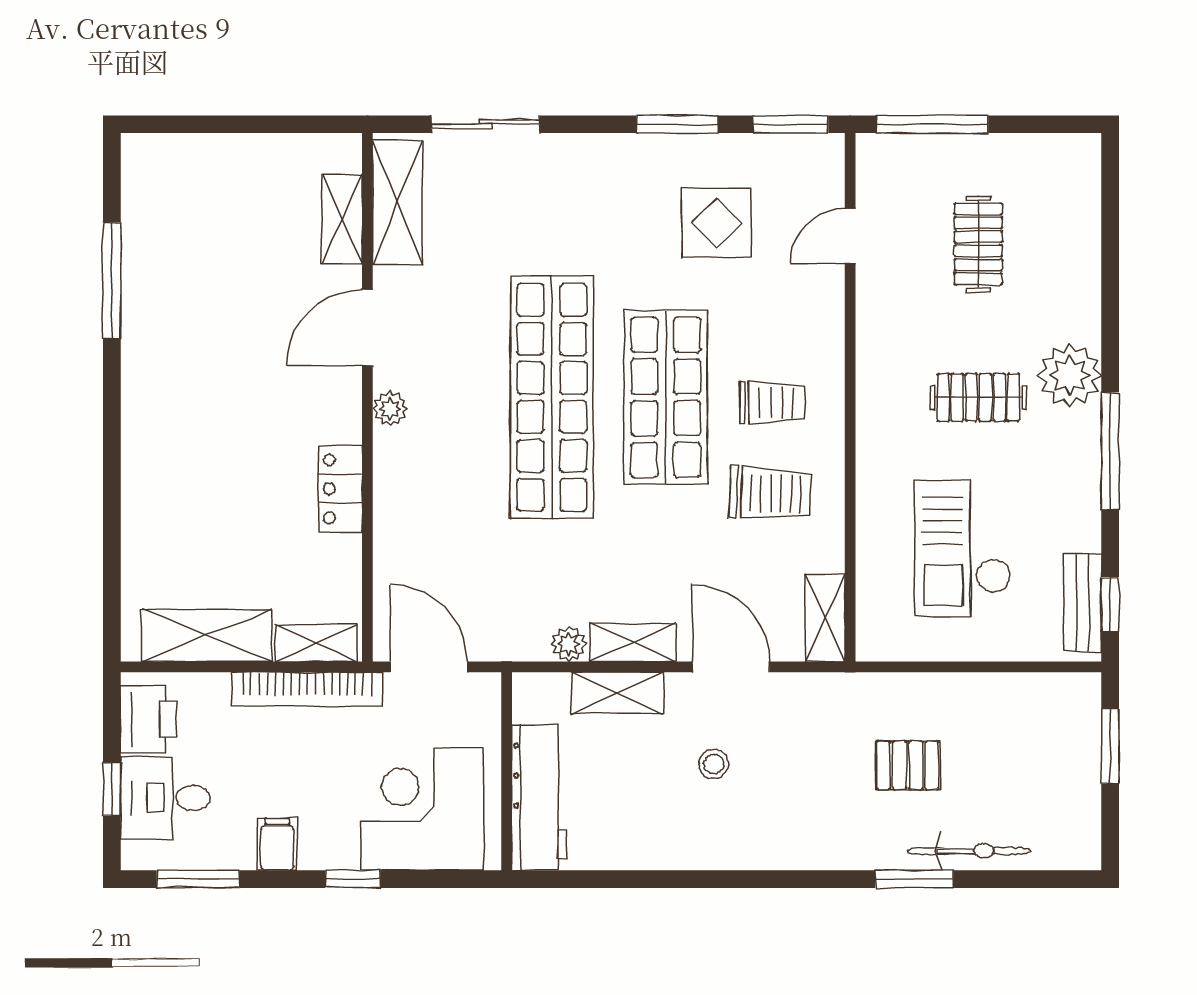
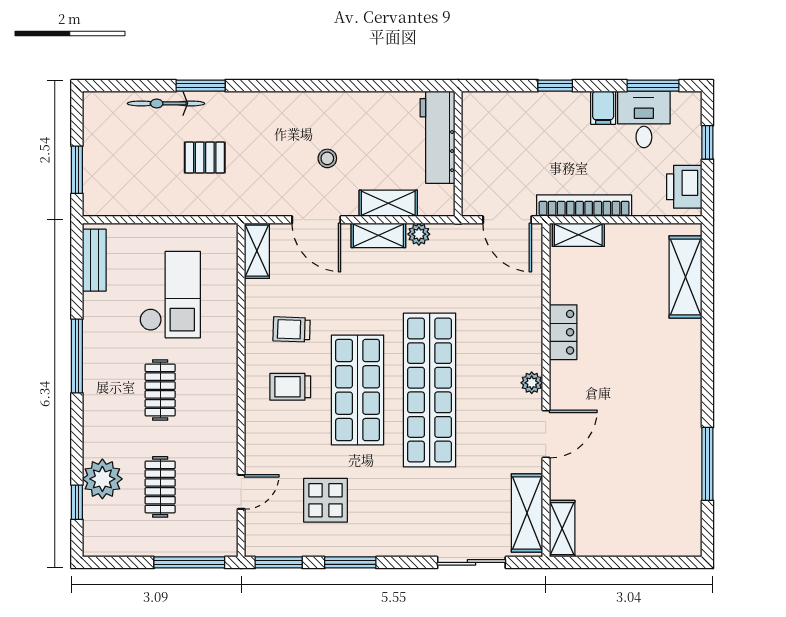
shelving: (342, 219) -> (562, 529), moved
plant: (1070, 375) -> (102, 479), moved
clothes rail: (978, 397) -> (160, 390), turned 90
trolley: (770, 493) -> (292, 329), width x0.73, depth x0.72
window: (1110, 604) -> (77, 502), moved
shelving: (207, 636) -> (686, 277), moved, turned 90
desk: (165, 798) -> (644, 119), moved, turned -90
corner desk: (422, 809) -> (511, 130), removed

